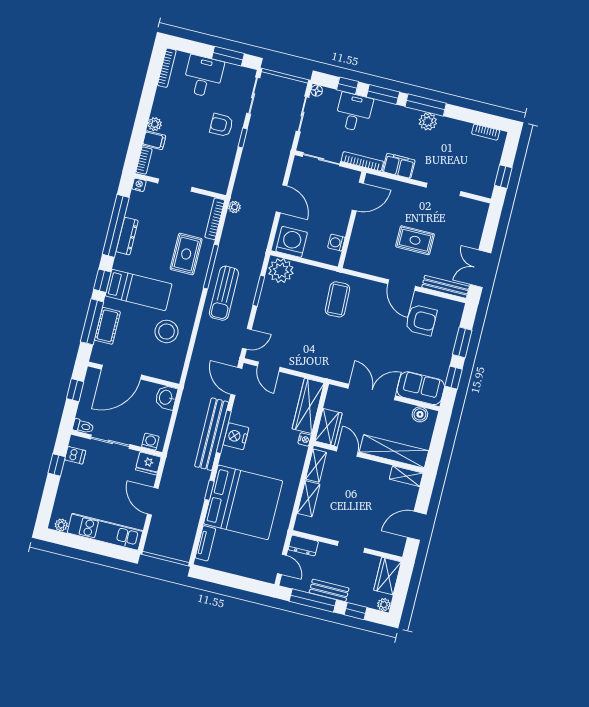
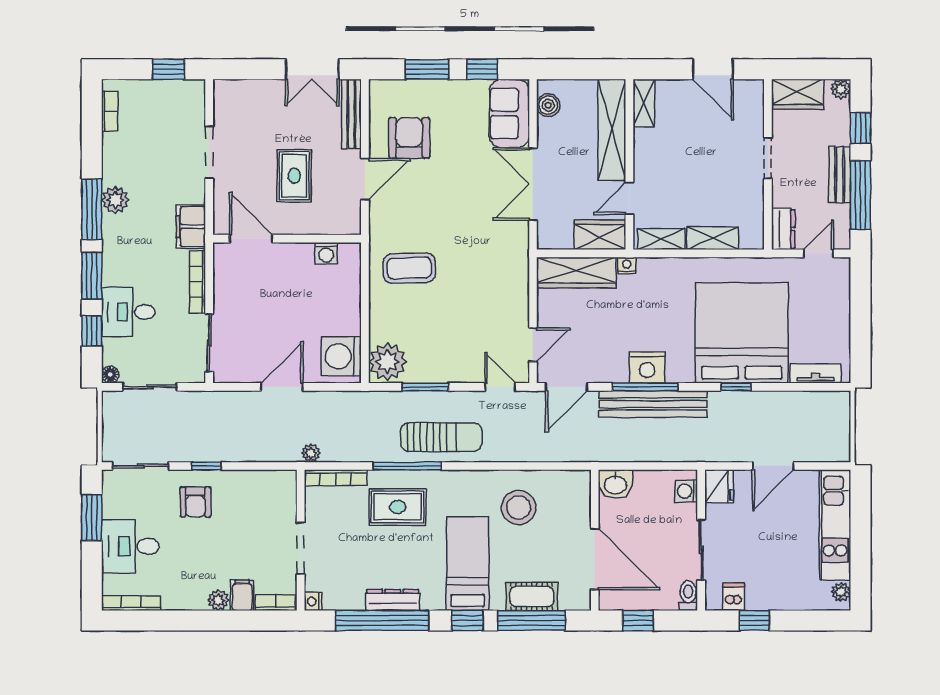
door: (358, 197) -> (251, 239), moved
wall: (352, 220) -> (287, 239), moved
washing machine: (336, 243) -> (326, 253), moved

